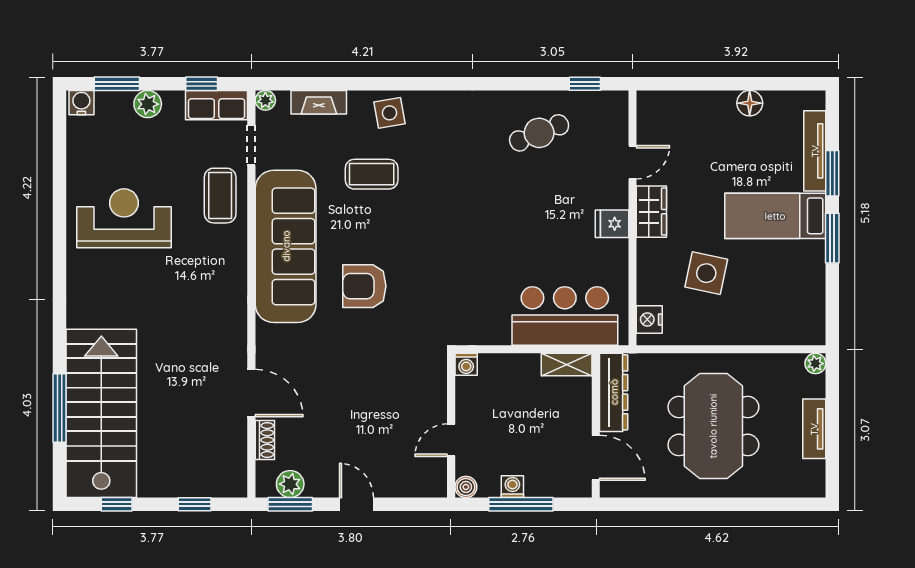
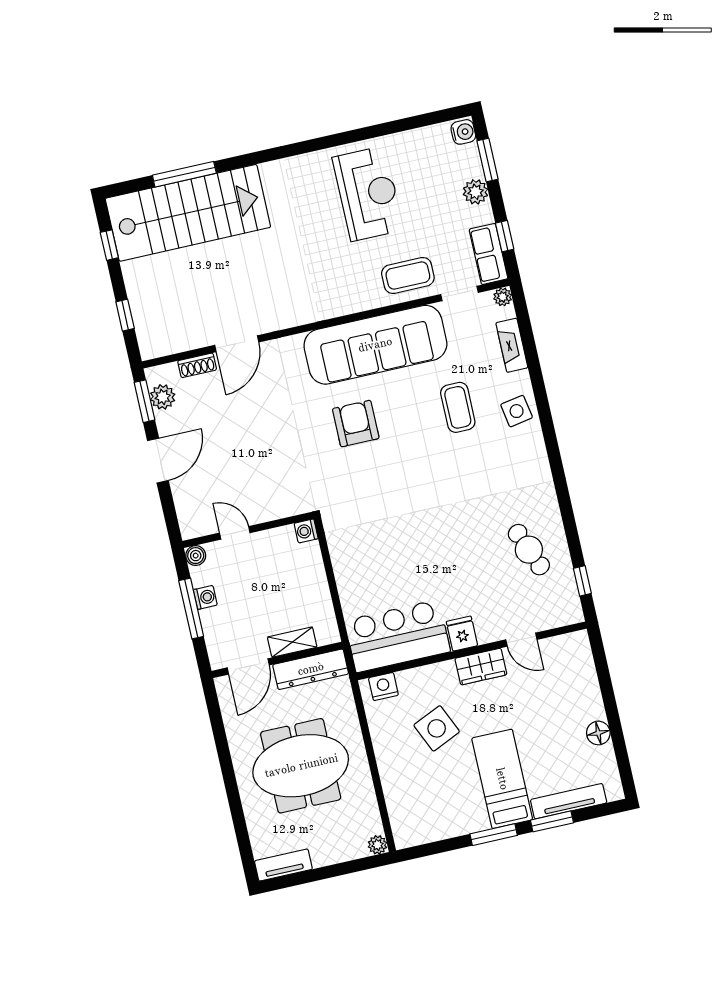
side table: (706, 273) -> (437, 728), turned -36
bar counter: (565, 316) -> (398, 636), moved, turned -90
shelving: (567, 364) -> (292, 642), moved, turned 90
tv unit: (814, 429) -> (283, 865), moved
door: (356, 504) -> (158, 461), width x1.38

